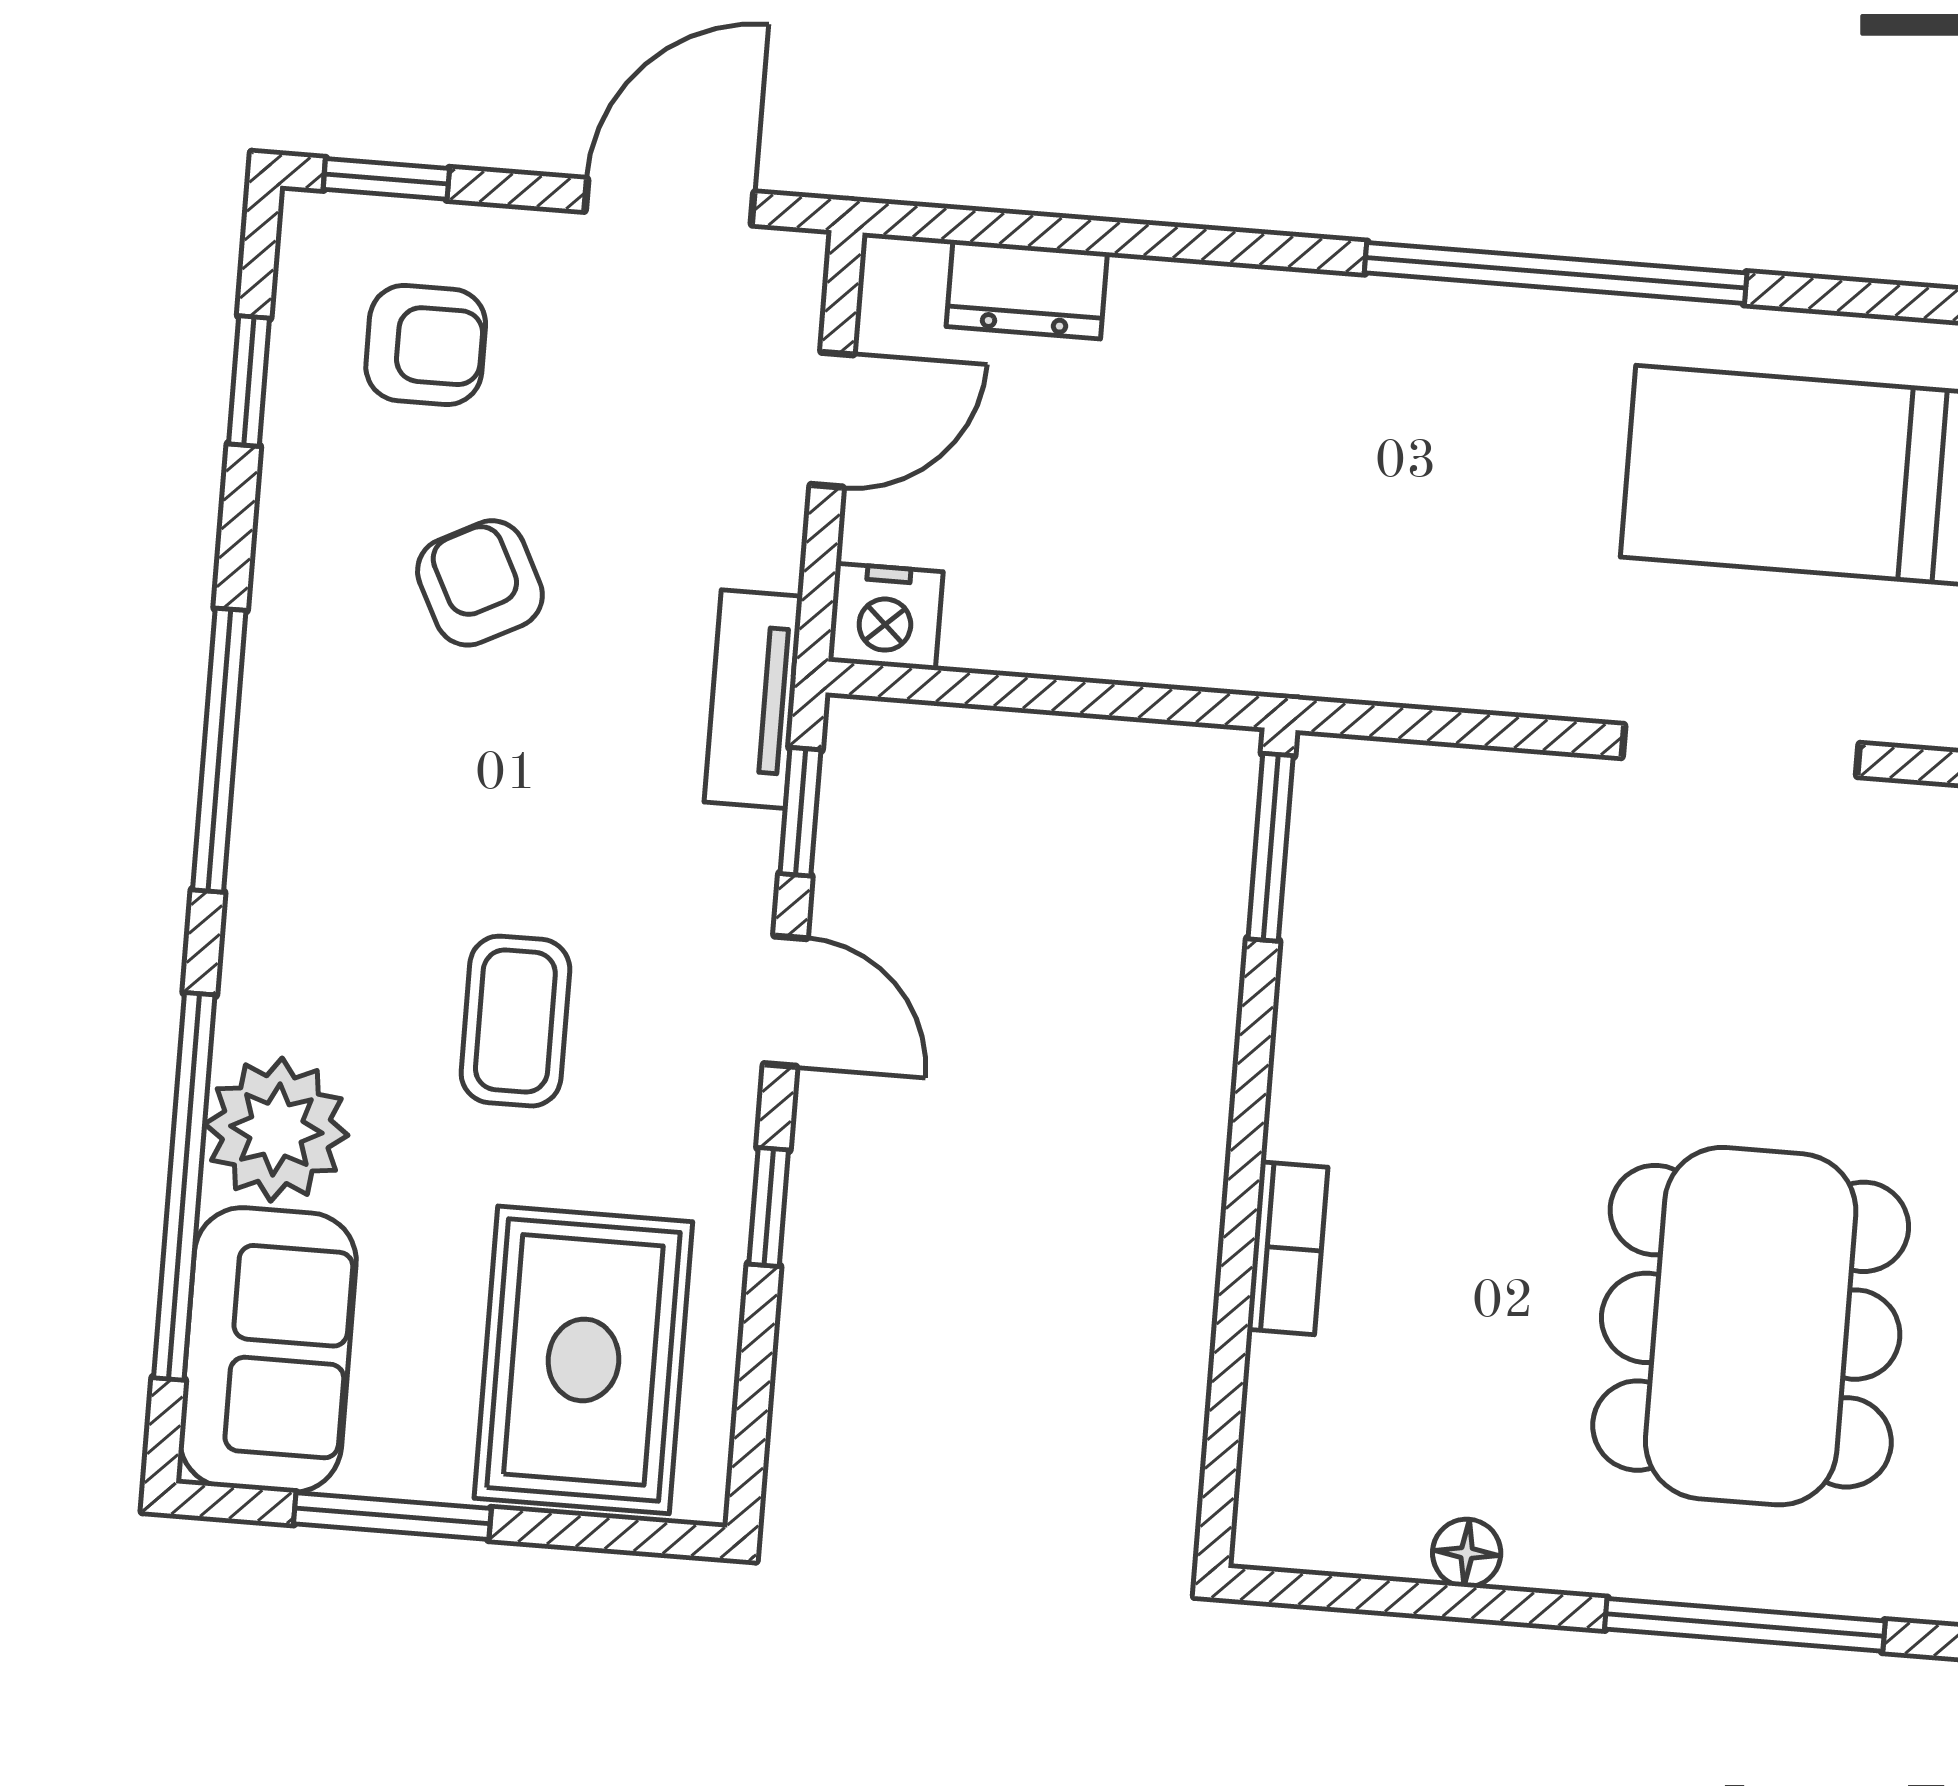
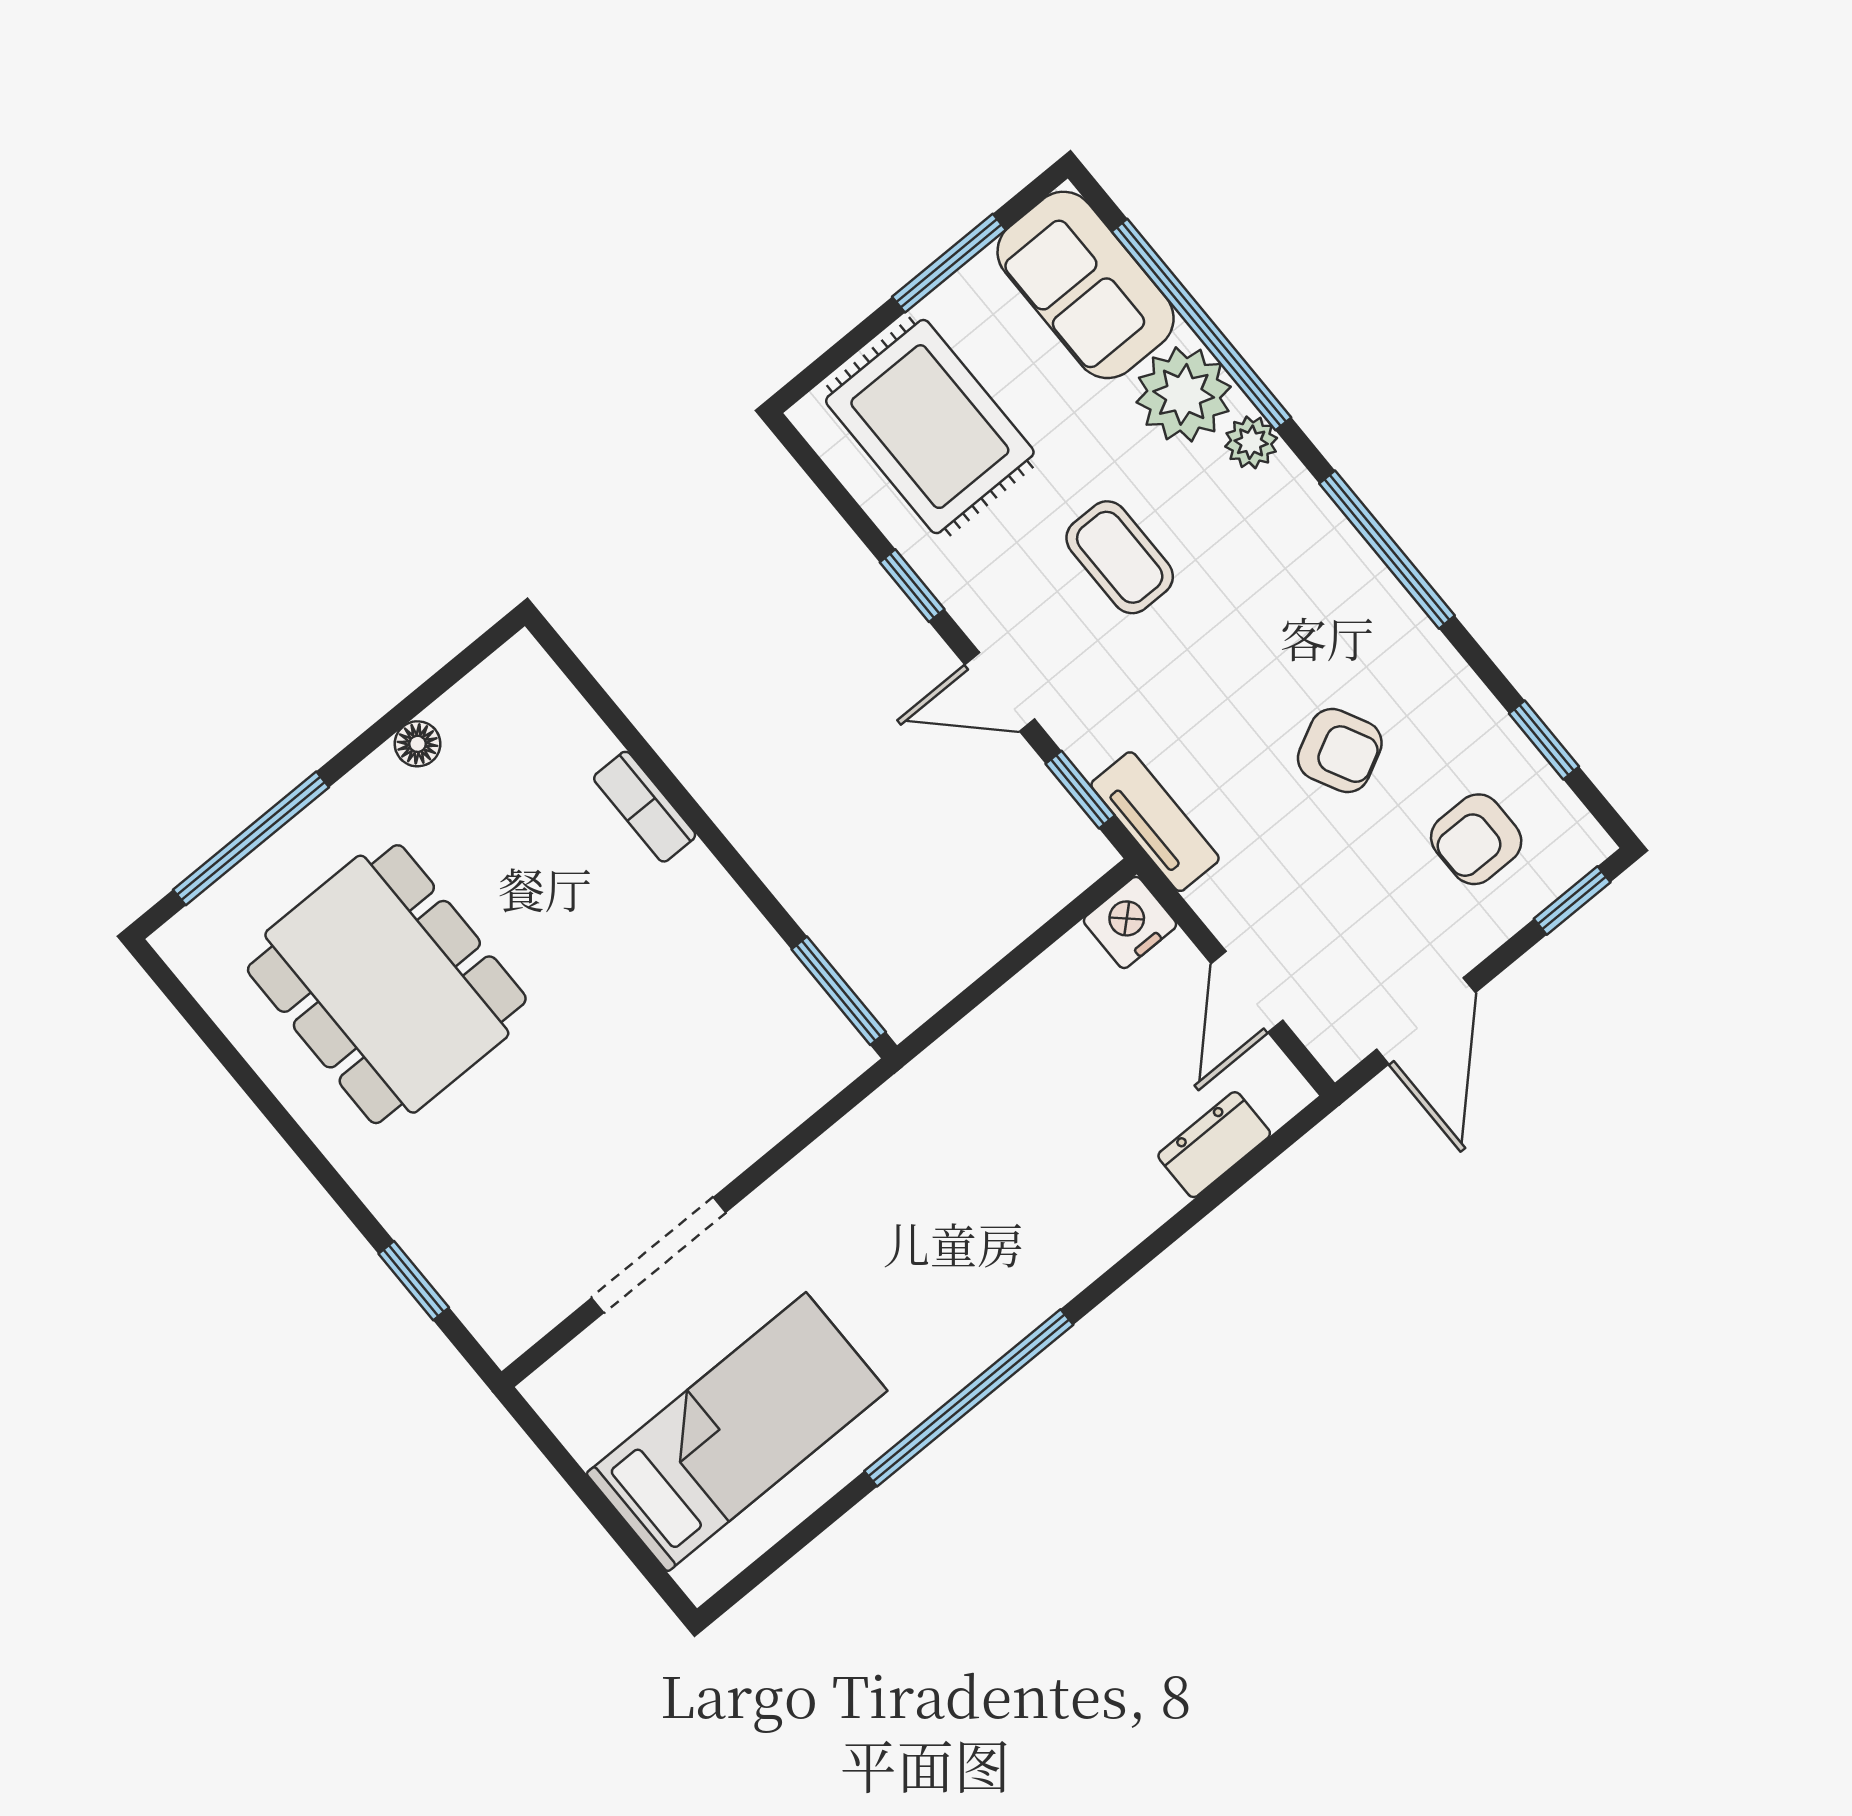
plant: (254, 1008) -> (1251, 442), added

